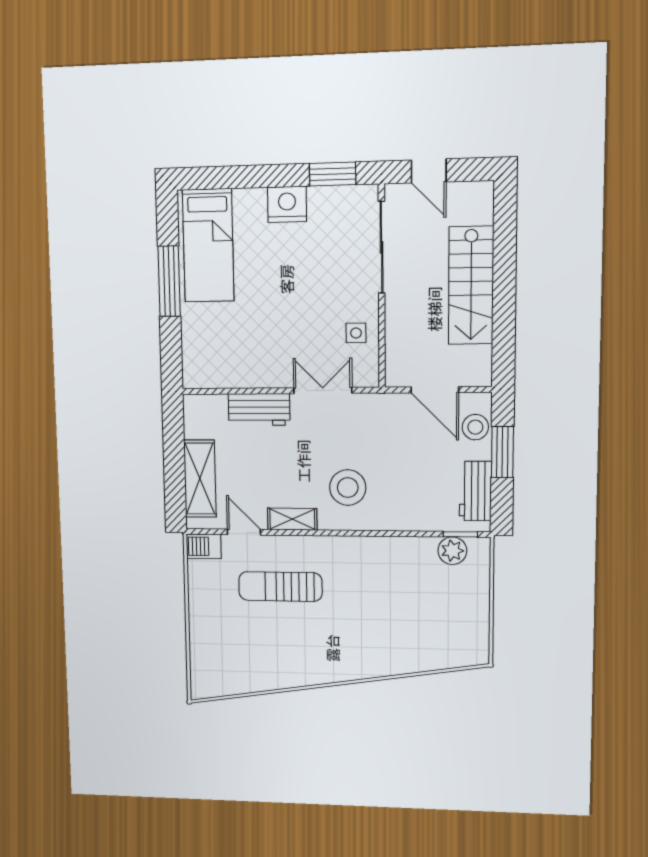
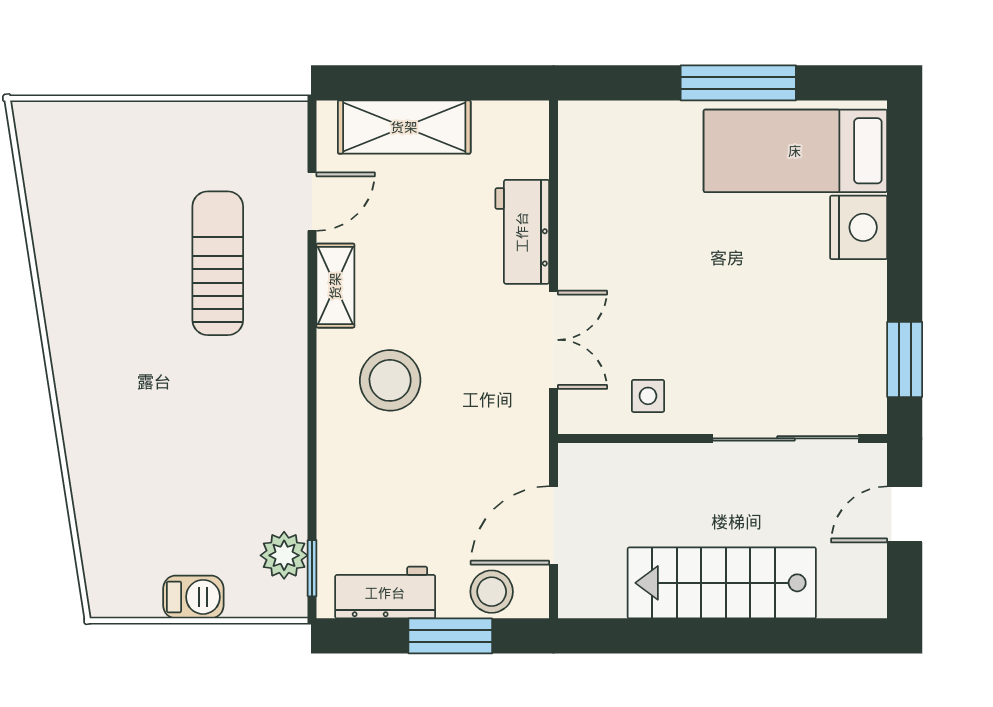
nightstand: (287, 204) -> (859, 227), moved
barbecue: (204, 546) -> (193, 597), moved, turned 90

